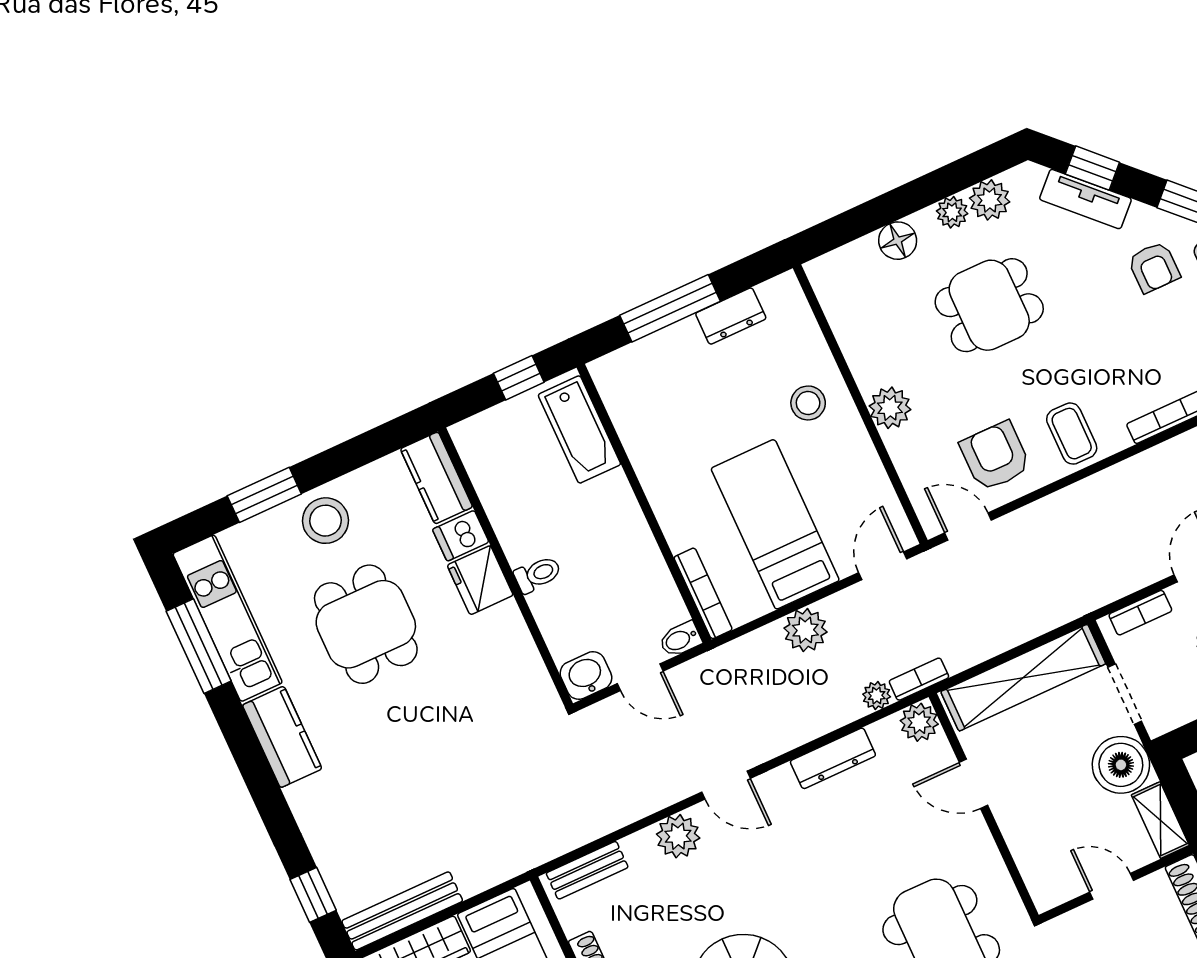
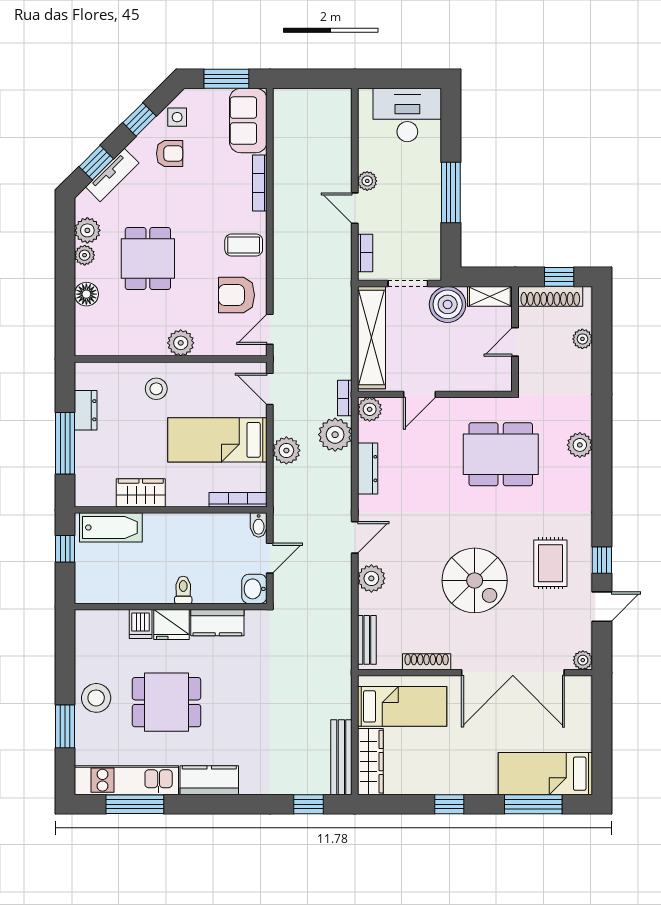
wardrobe: (649, 449) -> (141, 493), added
kitchen counter: (437, 478) -> (217, 623), moved
plant: (877, 696) -> (335, 435), width x1.88, depth x1.88

